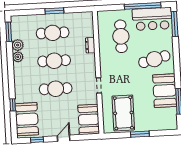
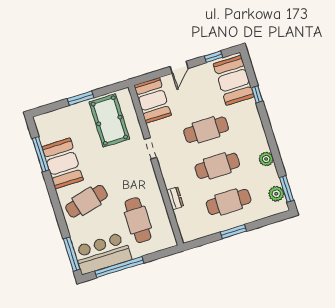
plant: (18, 45) -> (276, 194), moved

